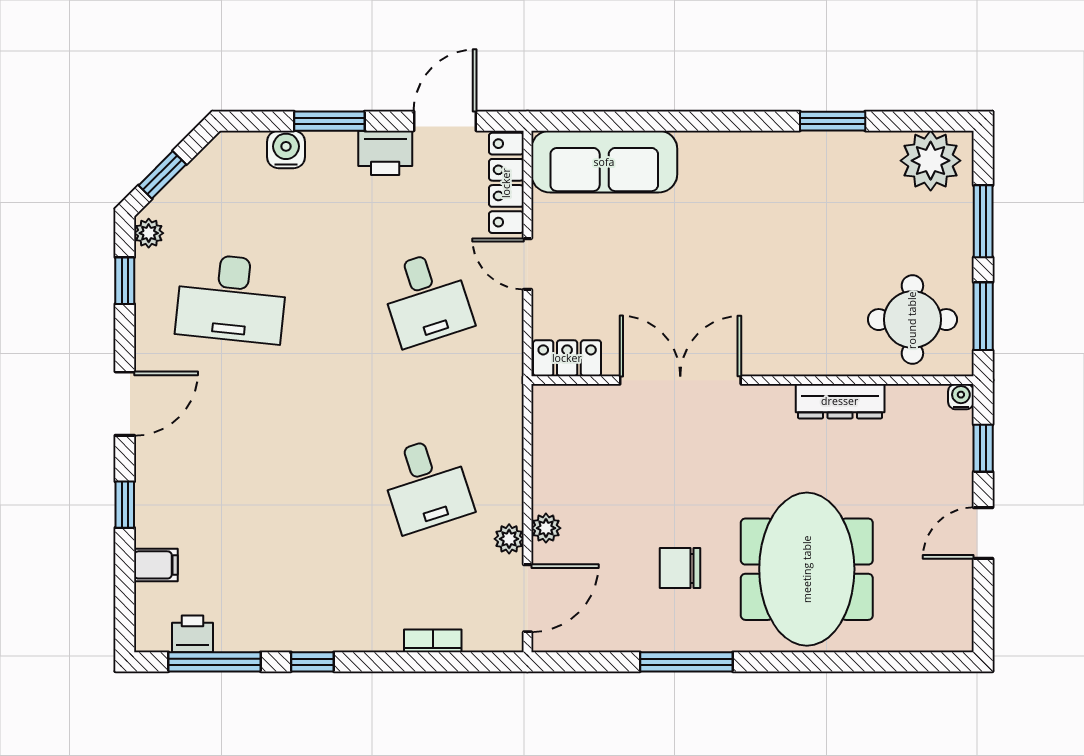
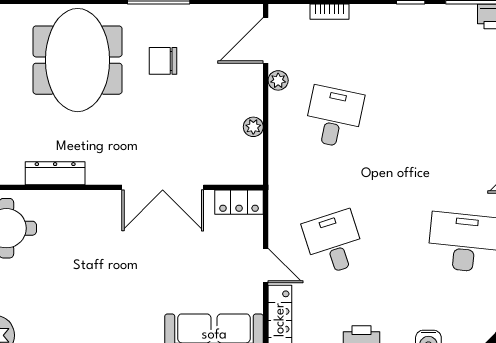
desk: (426, 485) -> (334, 117), turned 30
plant: (546, 528) -> (253, 127), moved
chair: (680, 568) -> (163, 61), turned 180

